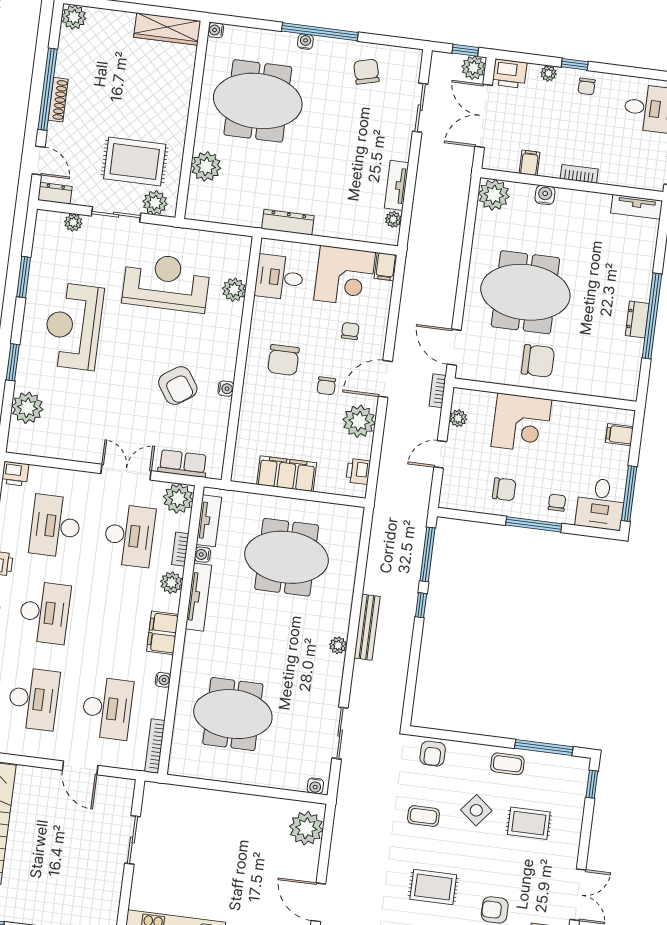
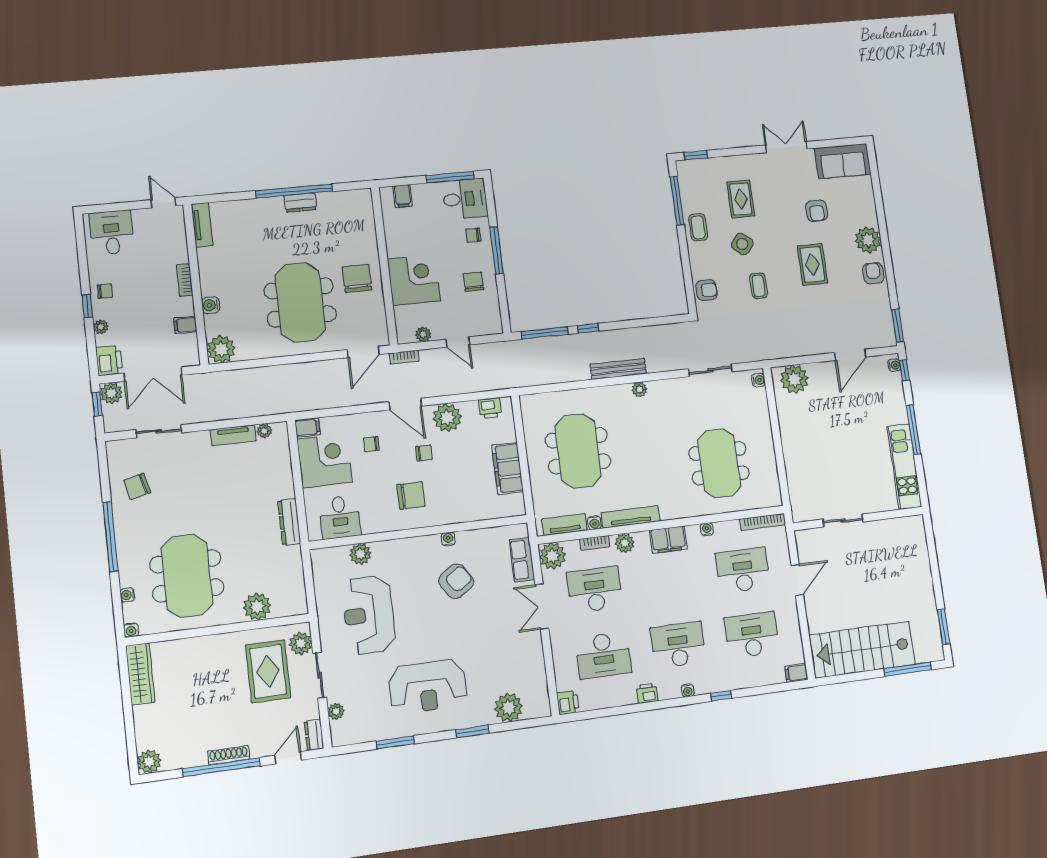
water cooler: (305, 42) -> (127, 595), moved

